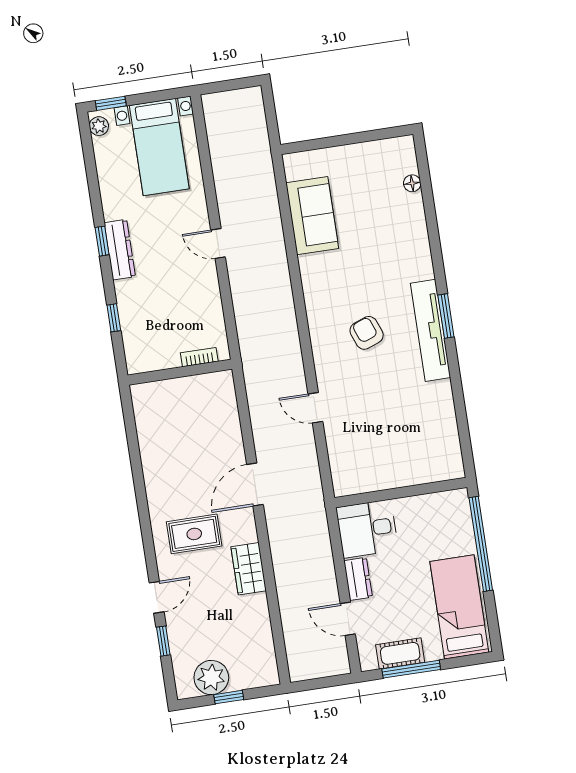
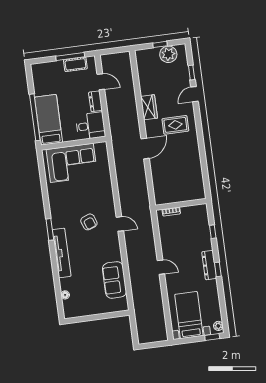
tv unit: (430, 330) -> (62, 253), moved
door: (315, 408) -> (120, 224), moved
corner sofa: (404, 452) -> (72, 163), added
bed: (459, 607) -> (49, 120), moved, turned 180

